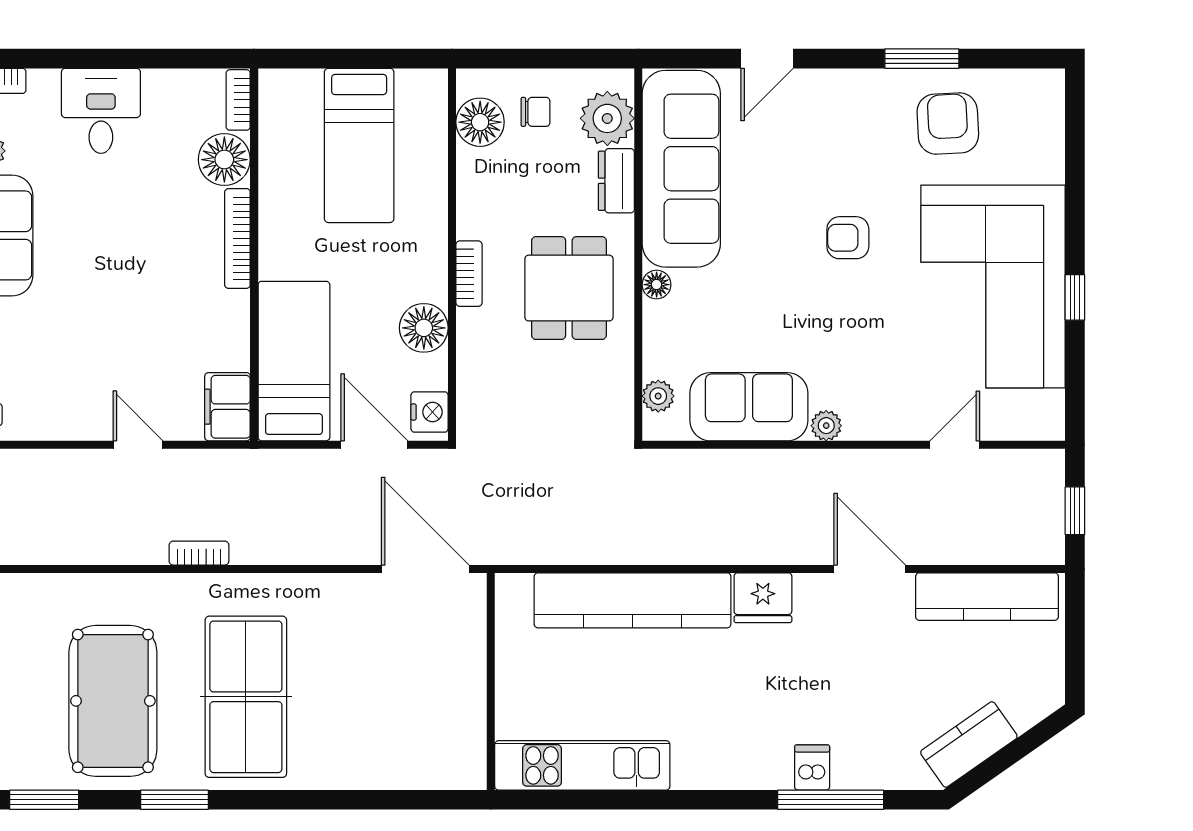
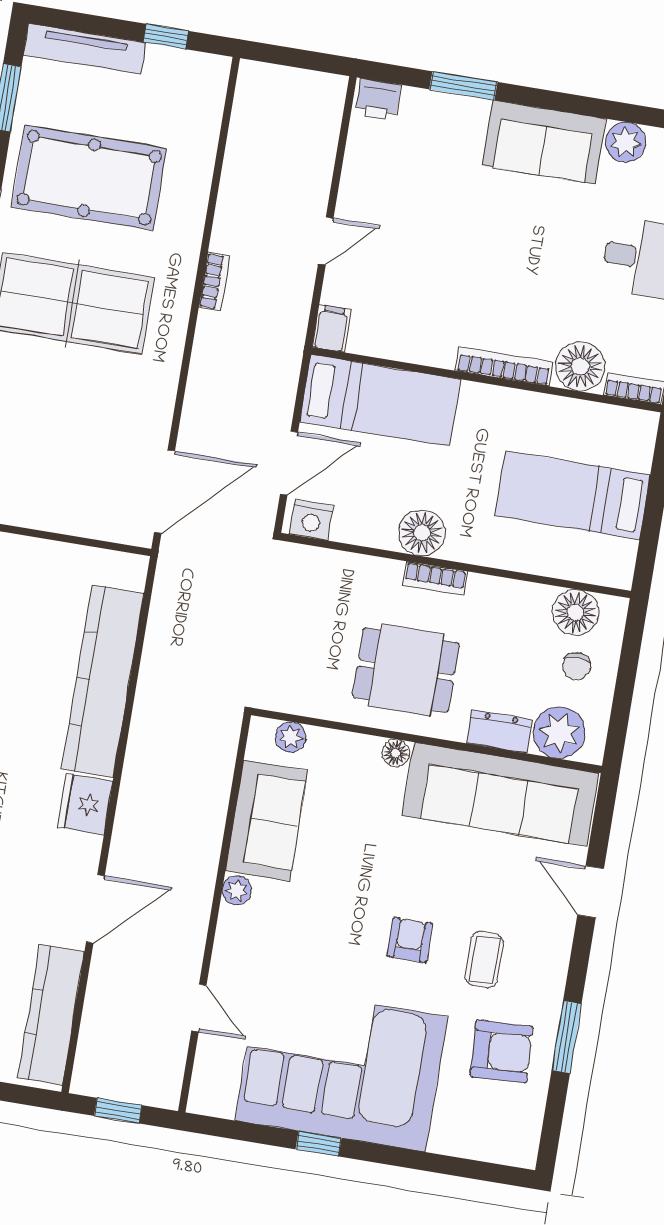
coffee table: (856, 157) -> (484, 960), added
floor lamp: (424, 328) -> (422, 533), moved
filing cabinet: (227, 407) -> (332, 328), width x0.50

